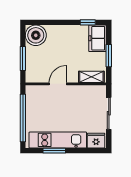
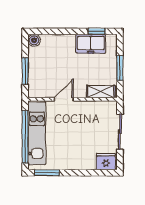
boiler: (36, 35) -> (34, 40), width x0.54, depth x0.54
freezer: (98, 38) -> (91, 44), moved, turned -90
kitchen unit: (58, 140) -> (37, 133), moved, turned 90
window: (54, 151) -> (47, 173), moved

